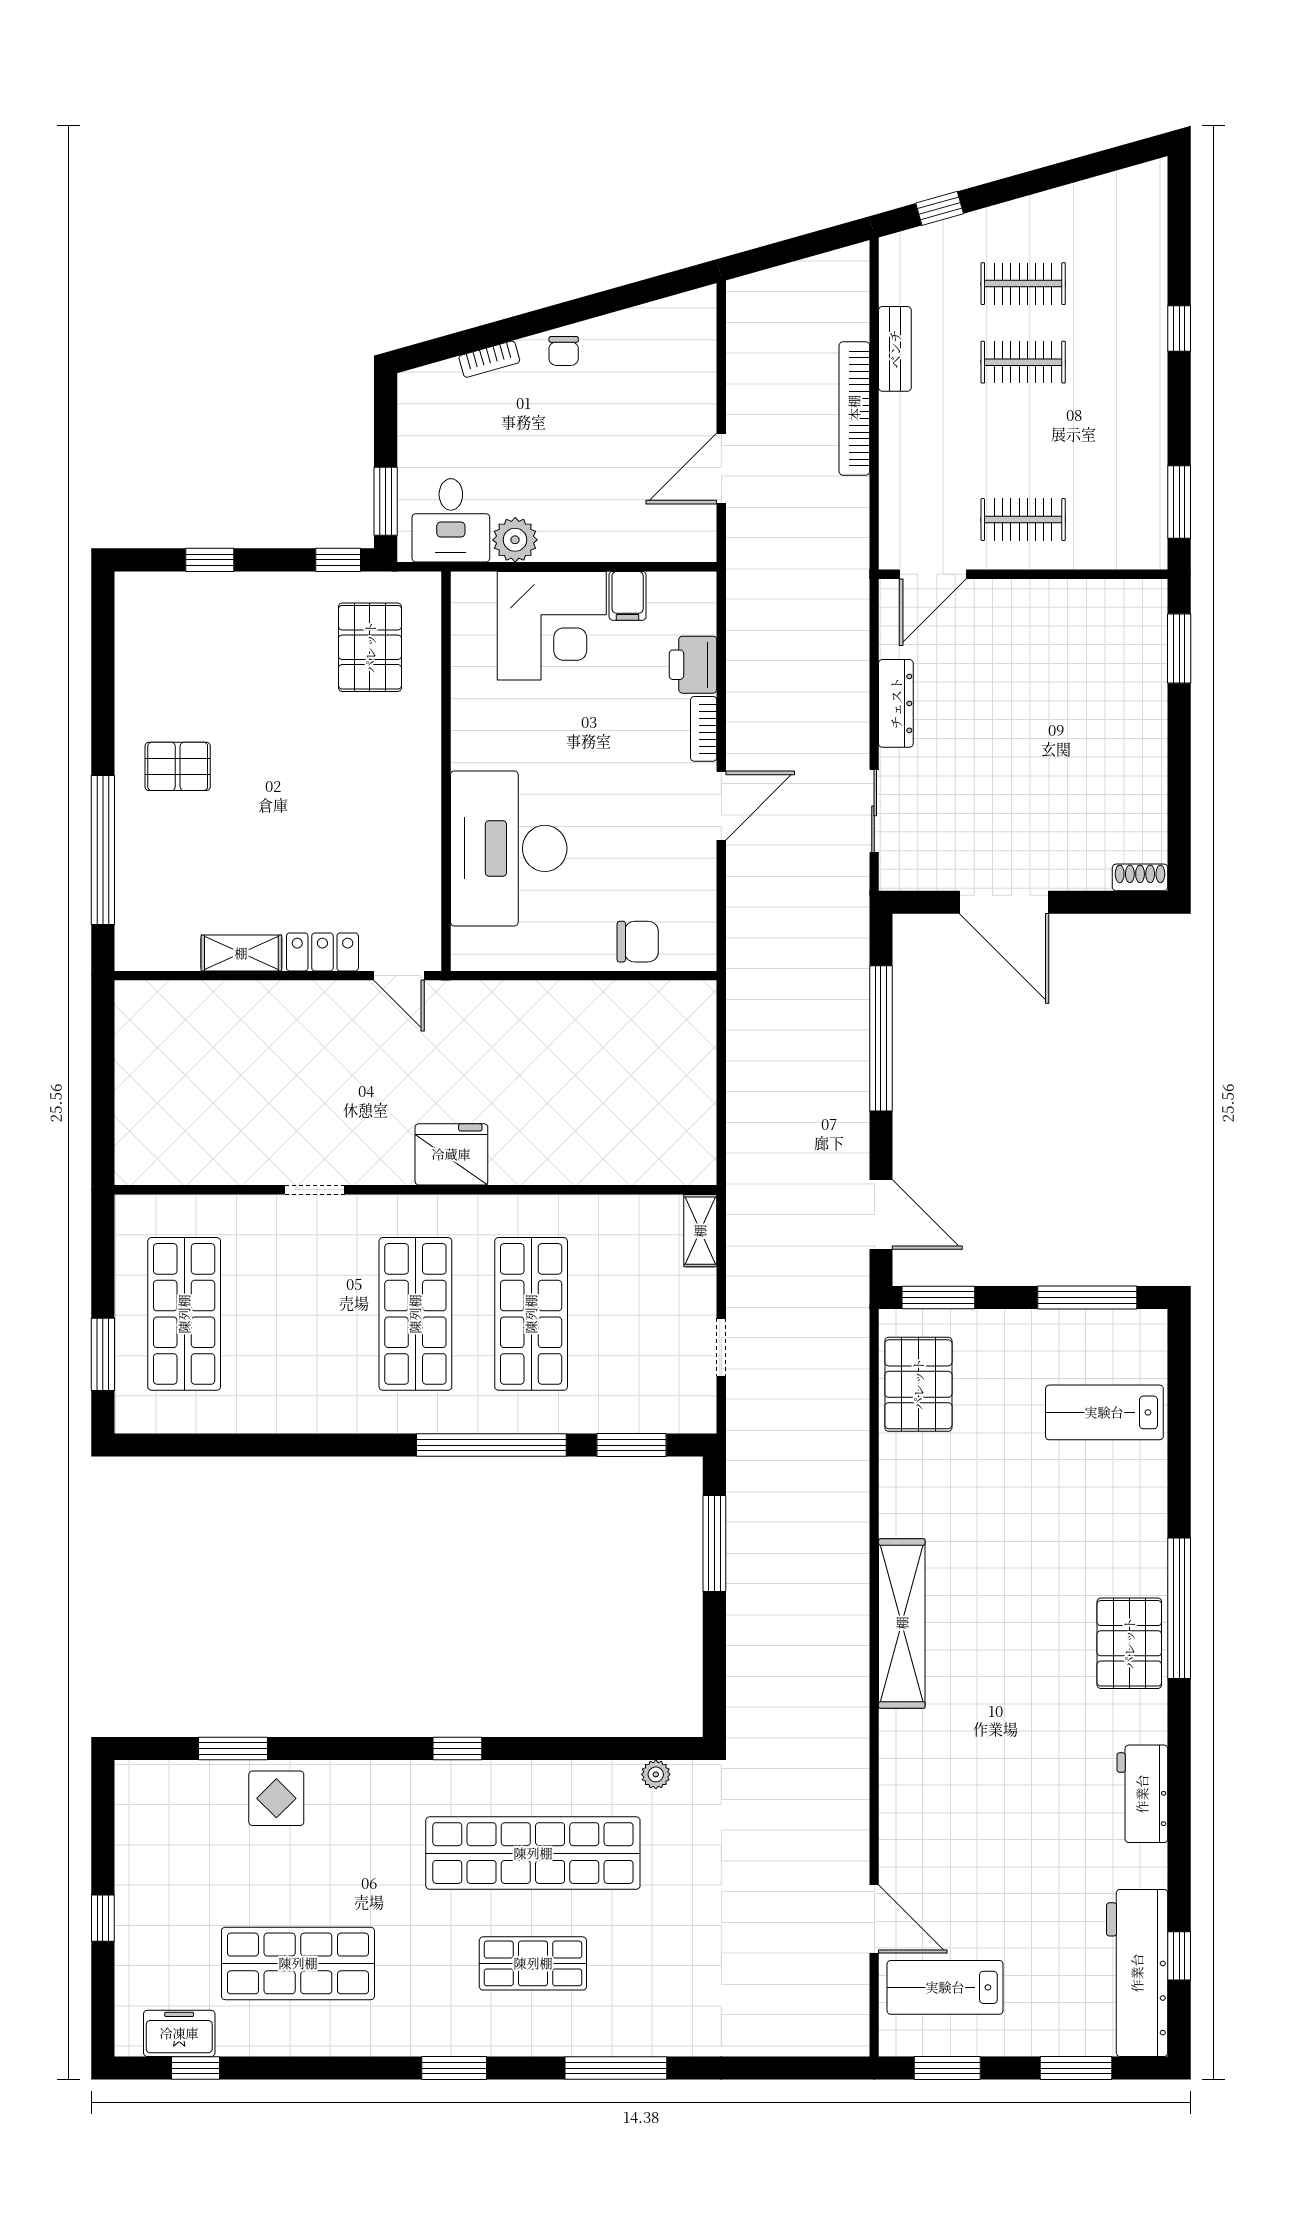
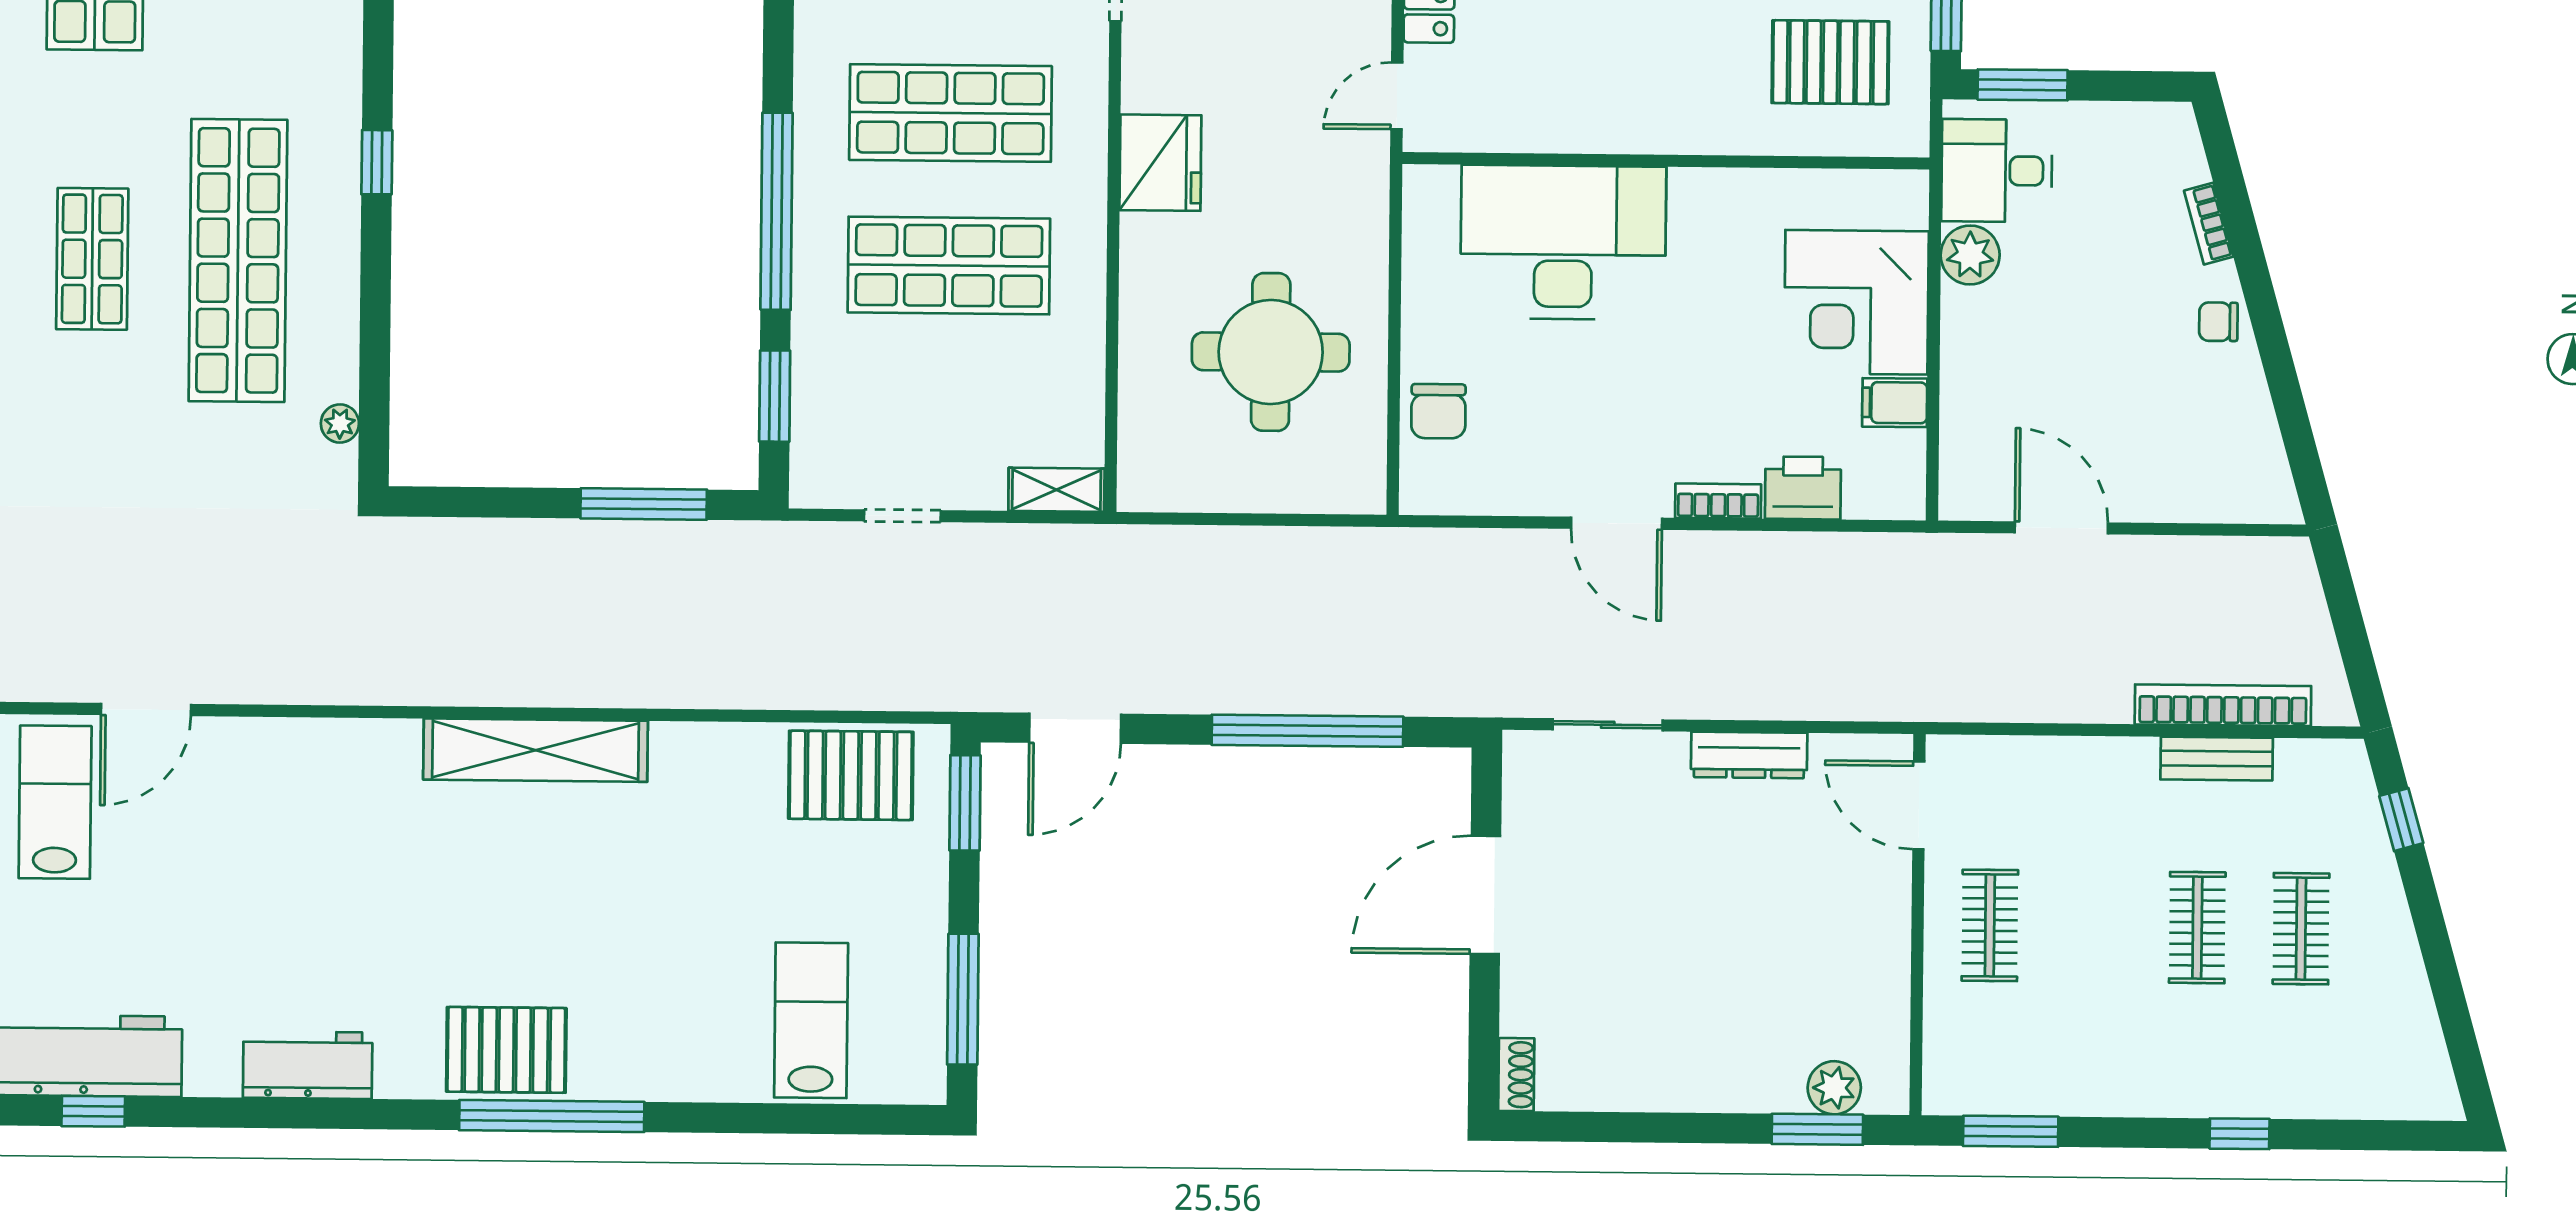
bookcase: (854, 408) -> (2223, 705), moved
plant: (1147, 636) -> (1834, 1088), added
round table: (594, 1069) -> (1271, 352), added

